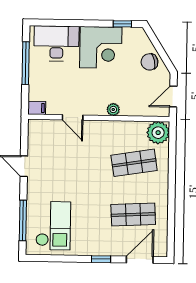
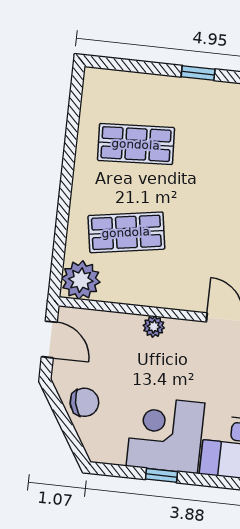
window: (122, 24) -> (162, 475), moved
door: (173, 97) -> (49, 339), hinge flipped
door: (140, 260) -> (132, 66), removed

